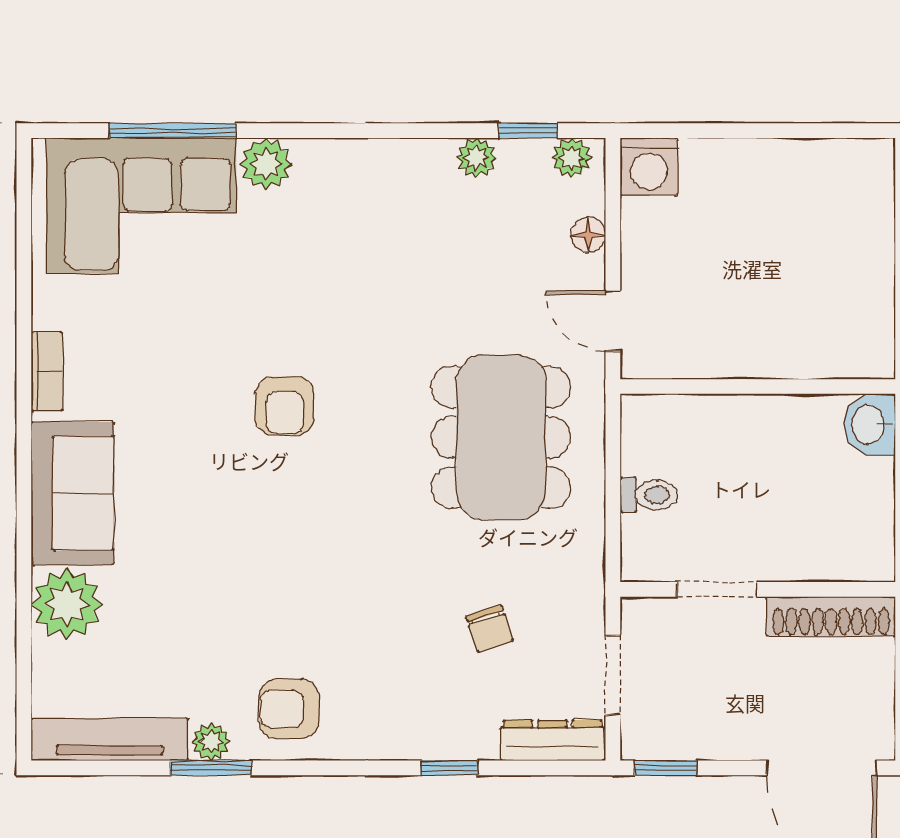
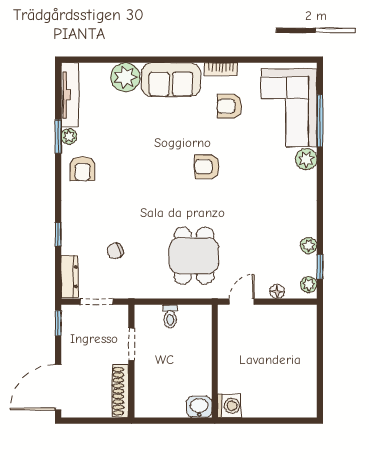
washing machine: (649, 167) -> (230, 406), moved, turned 180
armchair: (137, 351) -> (230, 106), added
dining table: (501, 437) -> (194, 256), width x0.73
armchair: (289, 709) -> (82, 169), turned 180

